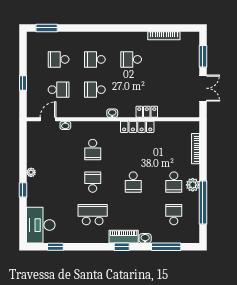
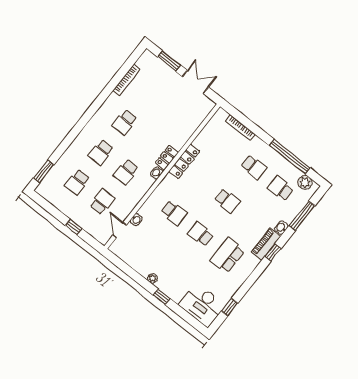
locker: (147, 112) -> (167, 158), moved
plant: (193, 185) -> (305, 183), moved

